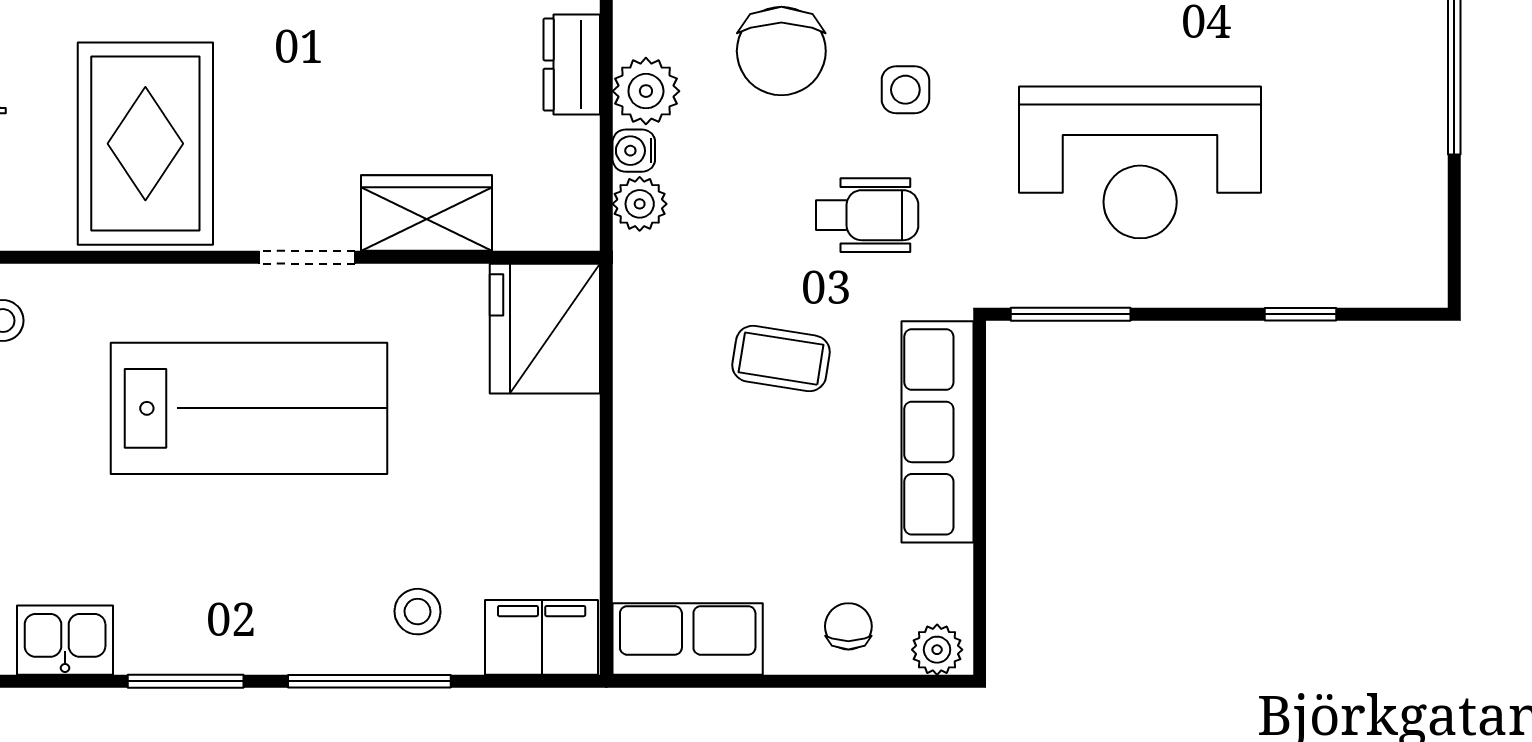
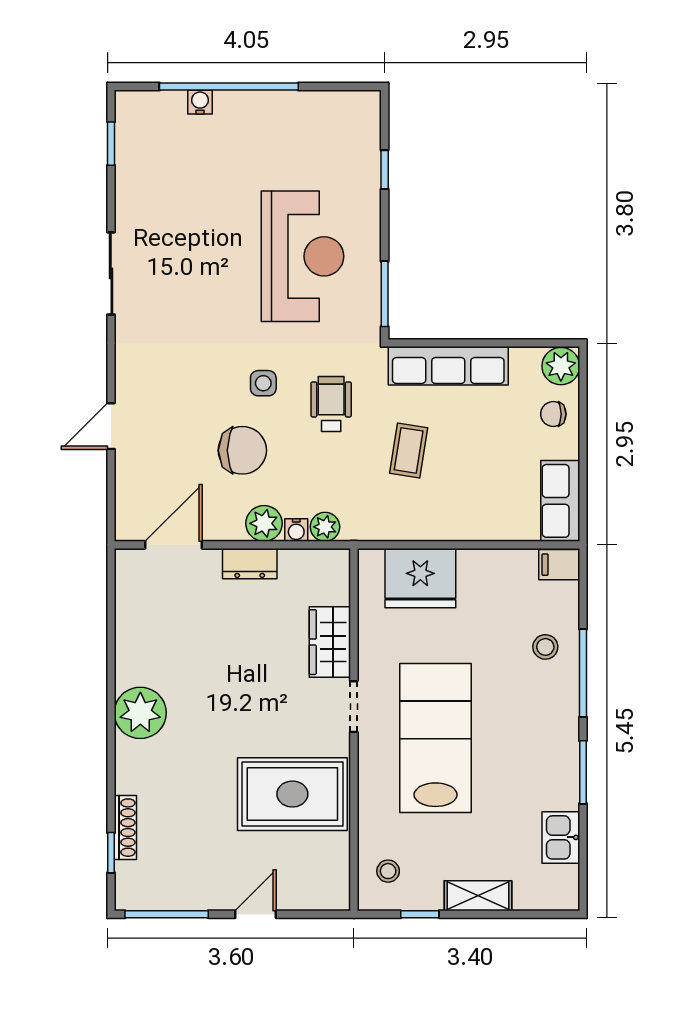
fridge: (545, 329) -> (420, 578), moved
filing cabinet: (542, 637) -> (559, 565), width x0.50
plant: (937, 650) -> (561, 366), width x1.38, depth x1.38

